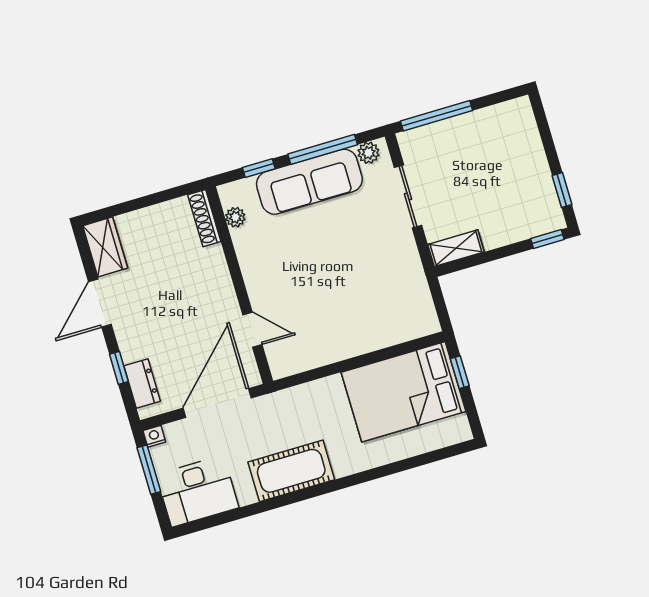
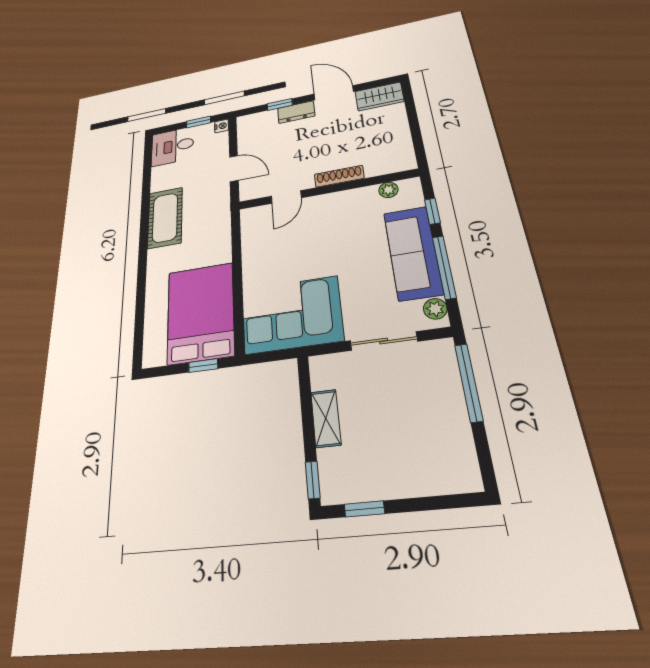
shoe rack: (204, 218) -> (339, 176), moved
shelving: (456, 248) -> (326, 418), moved
corner sofa: (393, 293) -> (291, 315), added
dresser: (142, 383) -> (296, 112), moved
door: (217, 403) -> (234, 169), width x0.53
window: (149, 470) -> (199, 122), width x0.67
desk: (198, 491) -> (172, 146), width x0.73

